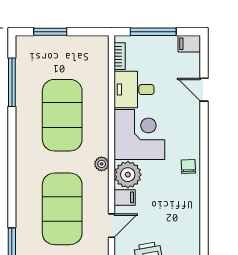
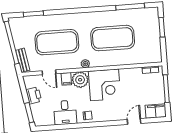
filing cabinet: (189, 44) -> (156, 111), width x2.00
desk: (134, 90) -> (65, 112), moved, turned 180

